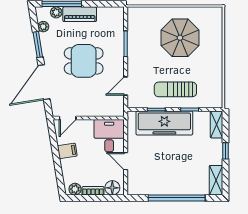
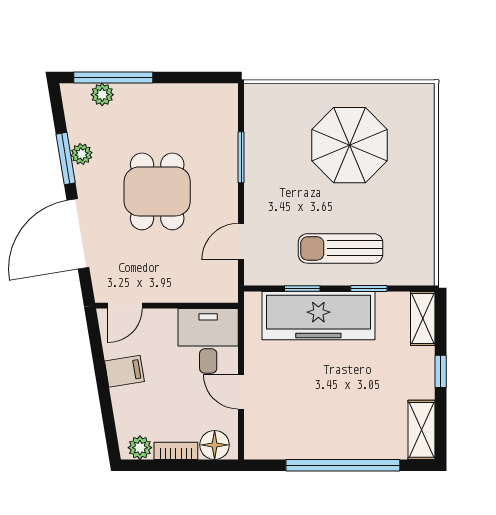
piano: (80, 14) -> (149, 98), removed
plant: (43, 27) -> (82, 154), moved
dining table: (84, 61) -> (157, 191), turned 90

